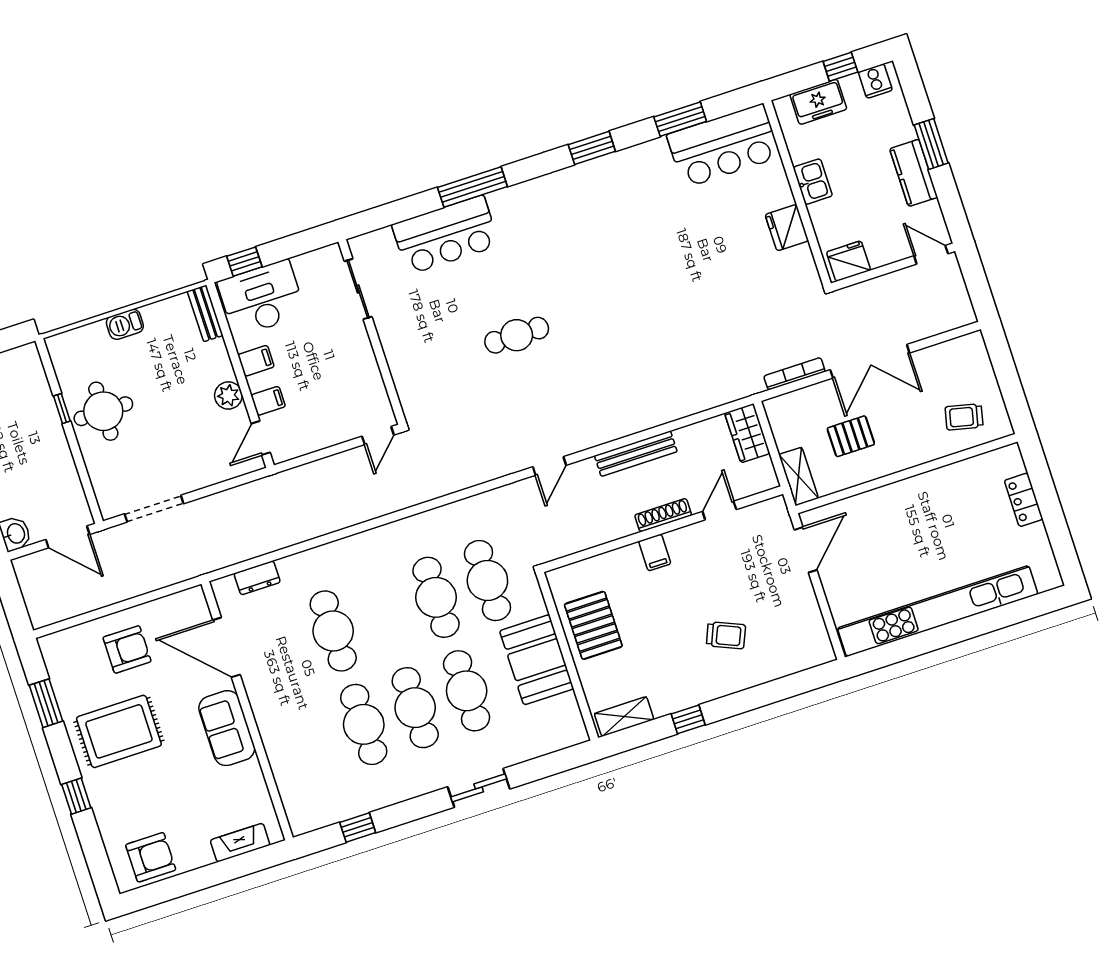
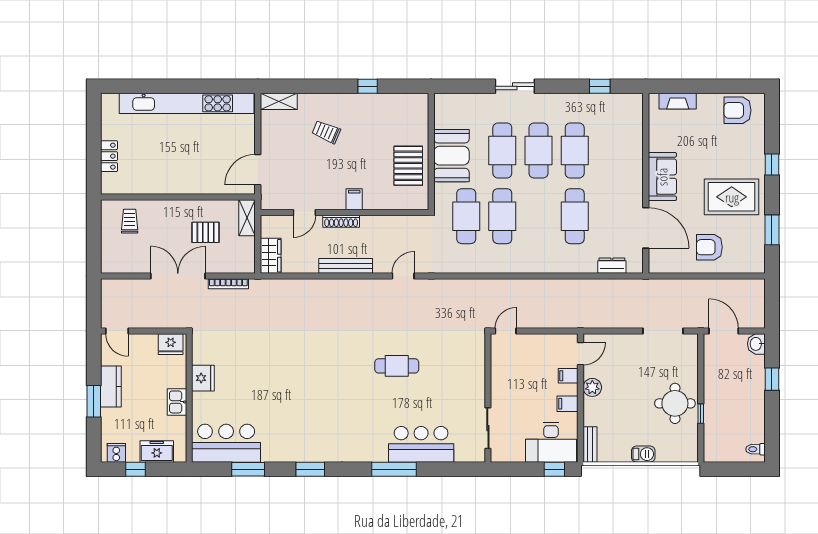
trolley: (964, 417) -> (130, 221), turned -103
shelving: (624, 717) -> (279, 101), moved

